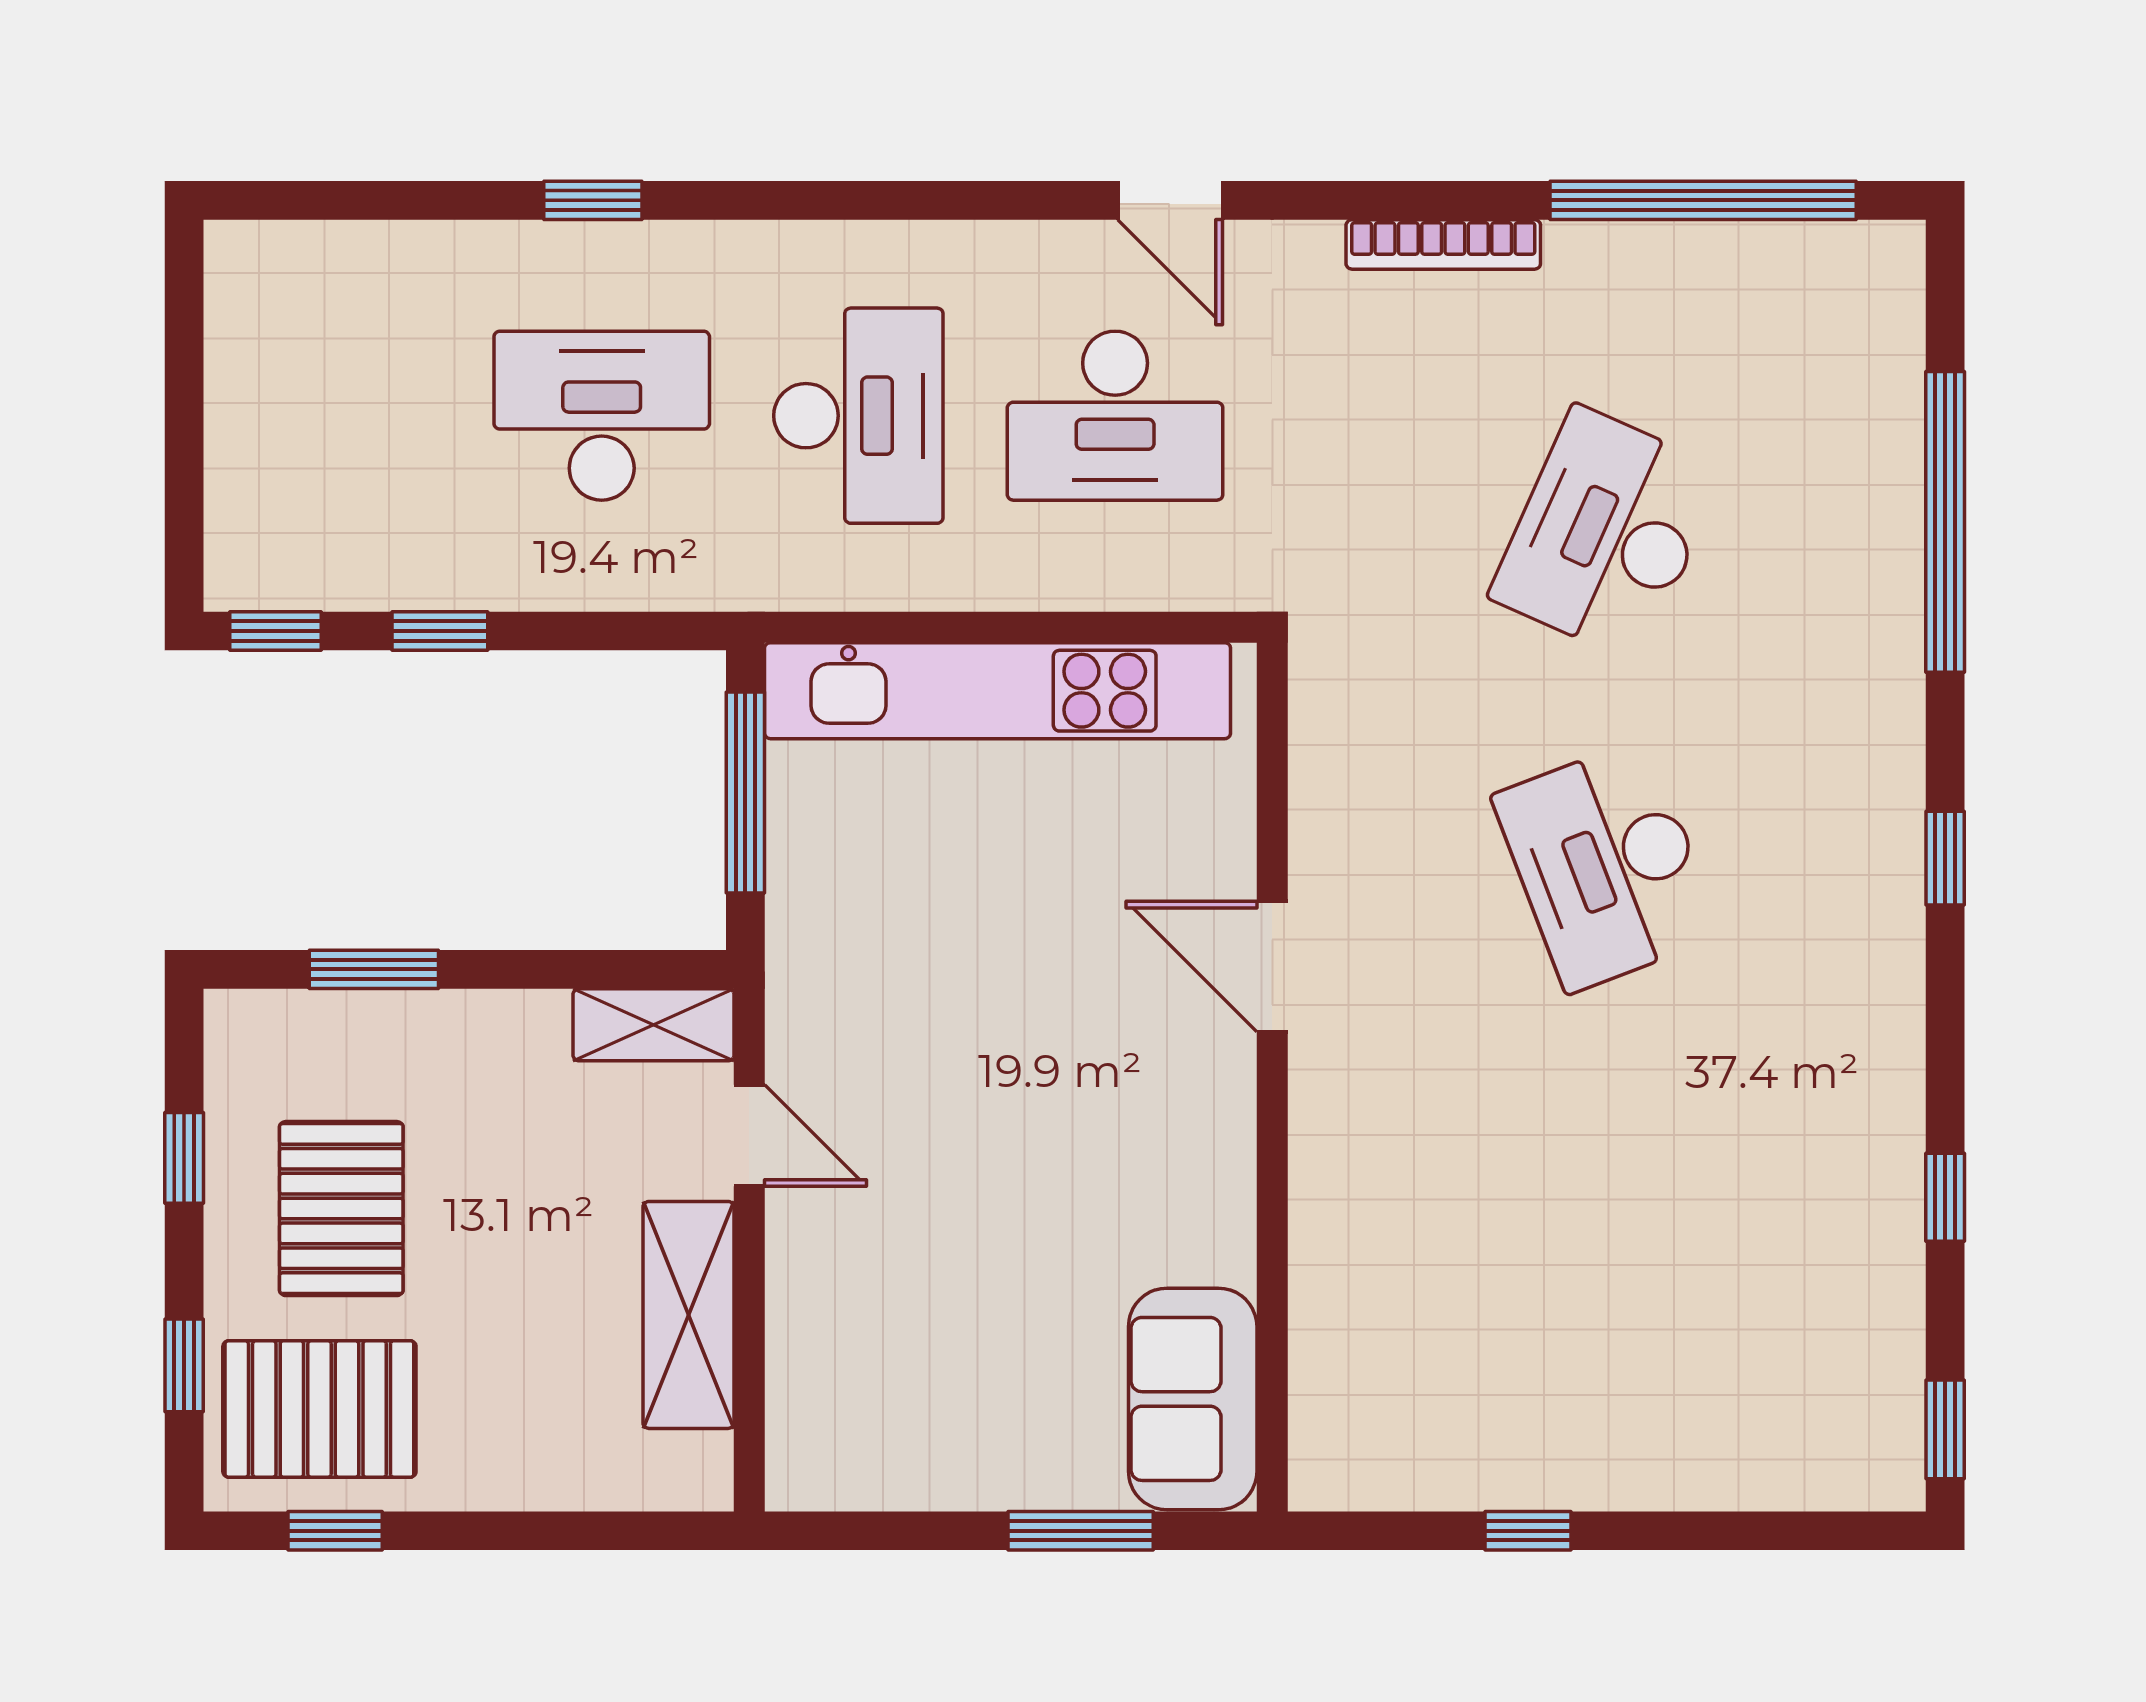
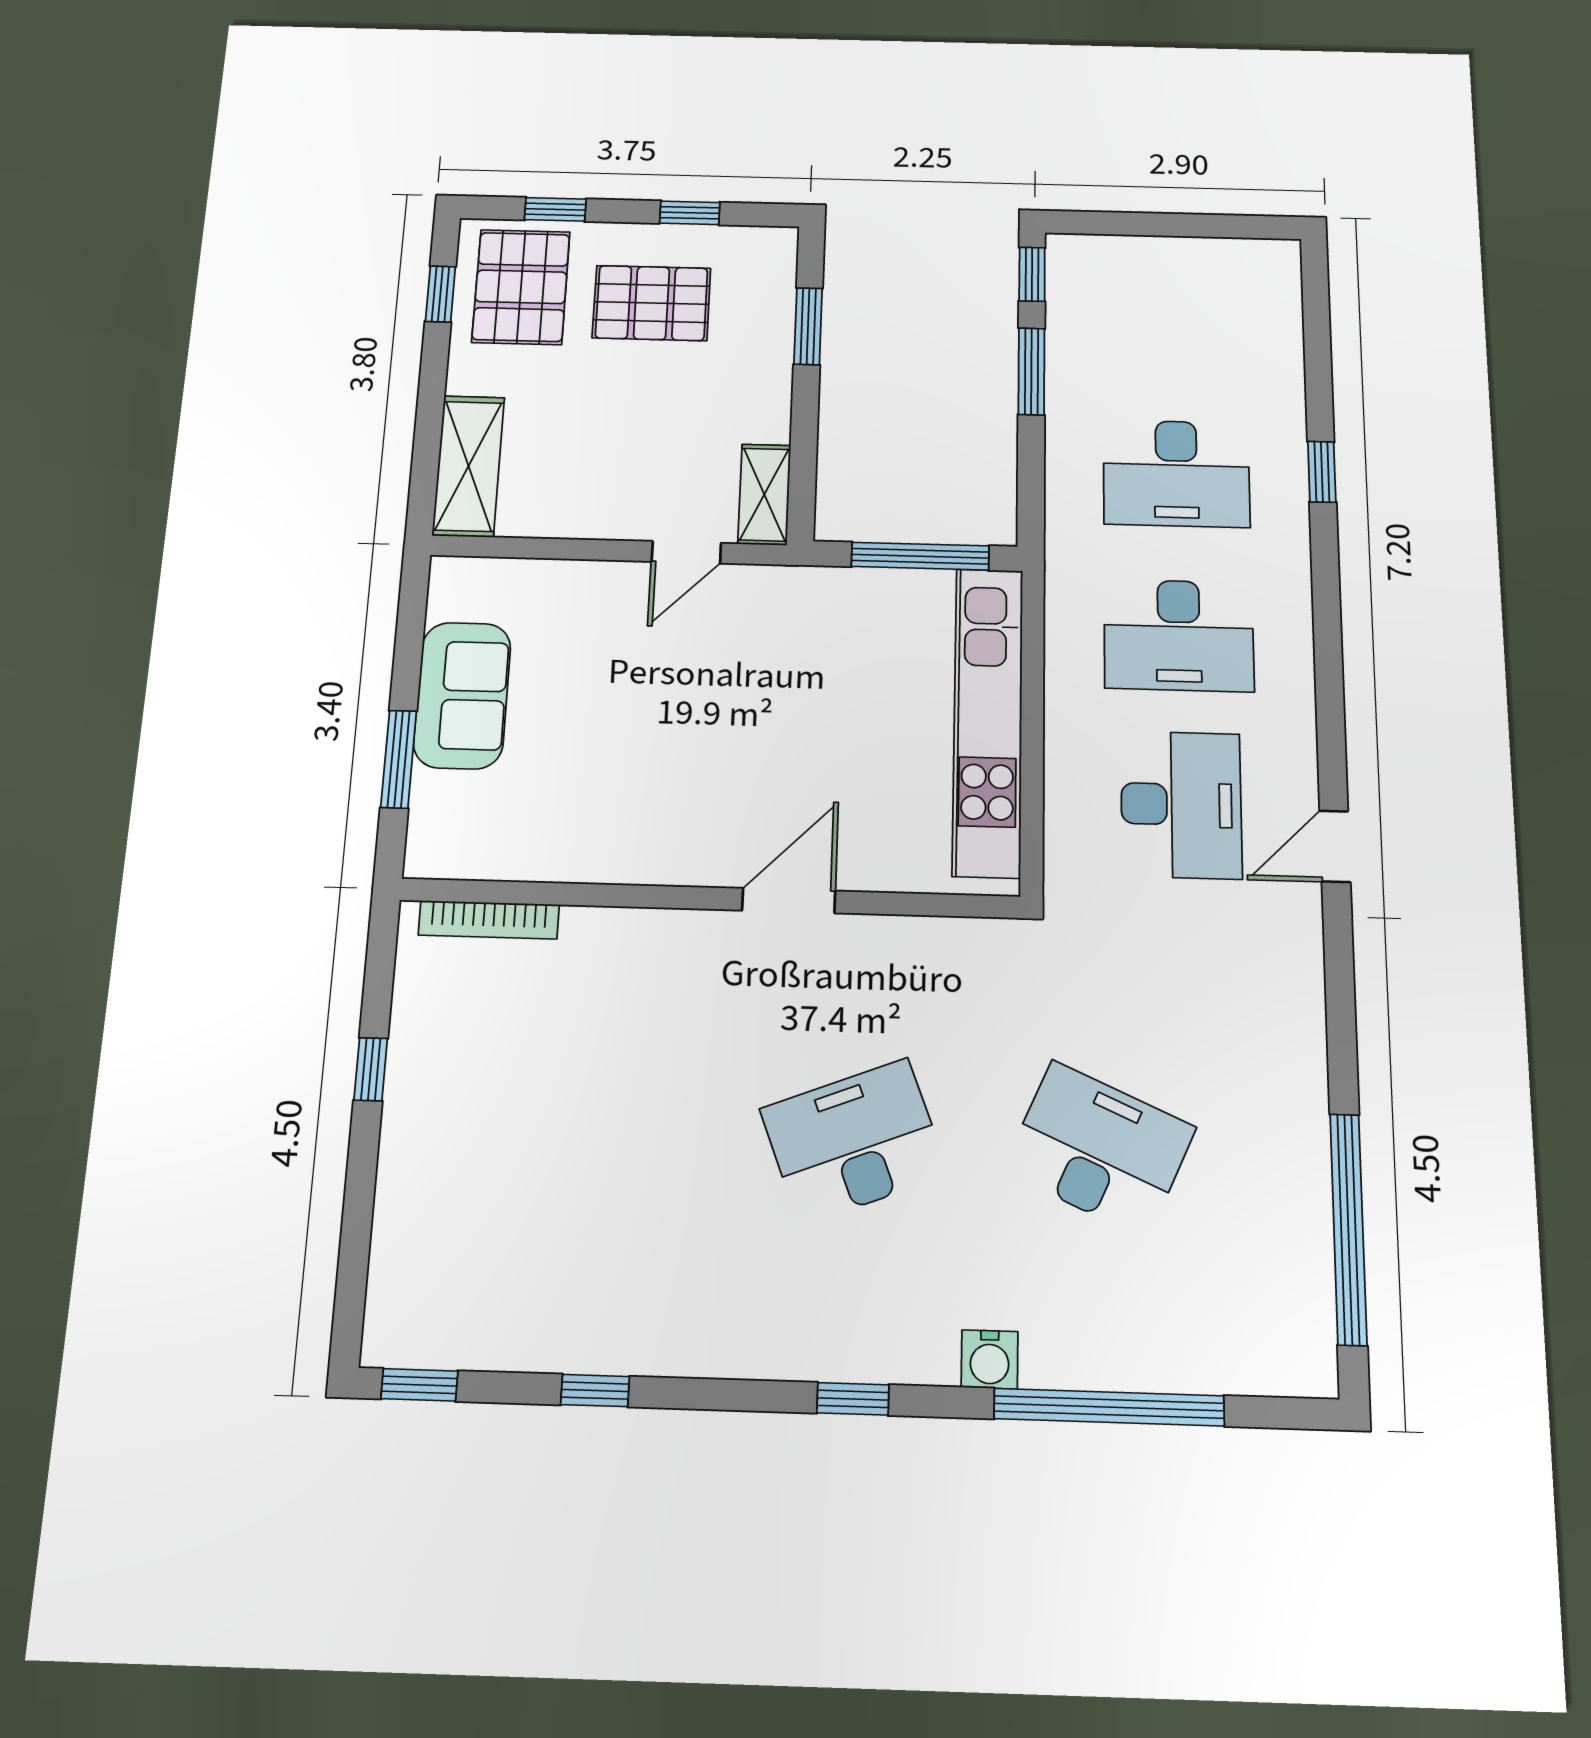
bookcase: (1443, 244) -> (489, 920), moved, turned -90
desk: (602, 416) -> (1176, 473), turned 90
desk: (1115, 416) -> (1181, 805), turned 180
window: (440, 631) -> (1031, 371), width x1.50
water cooler: (1889, 679) -> (990, 1359), added
shelving: (688, 1315) -> (468, 466), moved, turned 90
sofa: (1193, 1399) -> (462, 695), moved, turned 90

